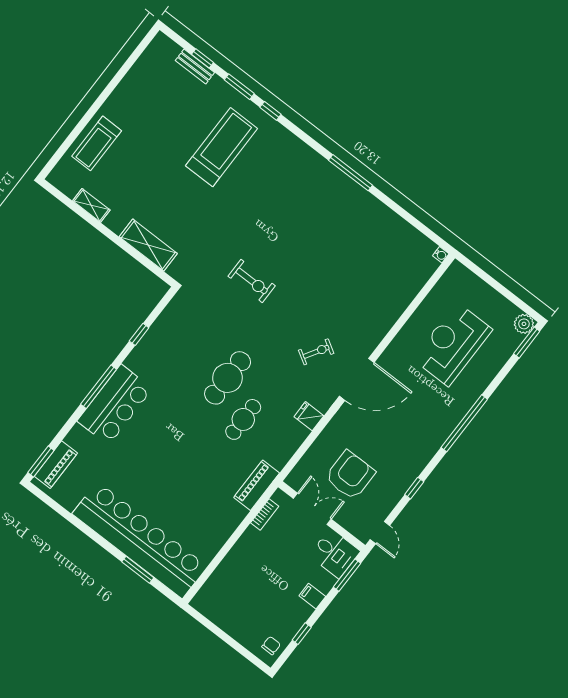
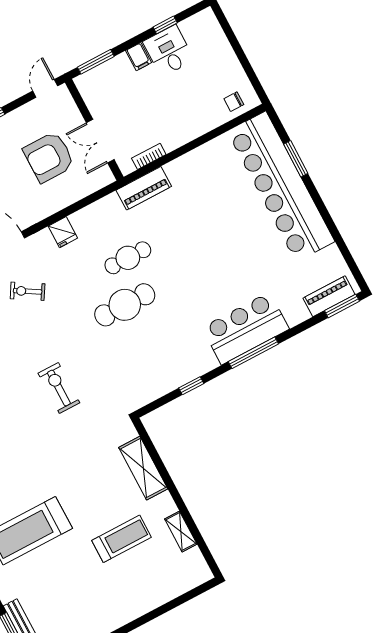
treadmill: (97, 143) -> (121, 539), moved
desk: (335, 553) -> (169, 51), moved
chair: (271, 646) -> (234, 102), moved

